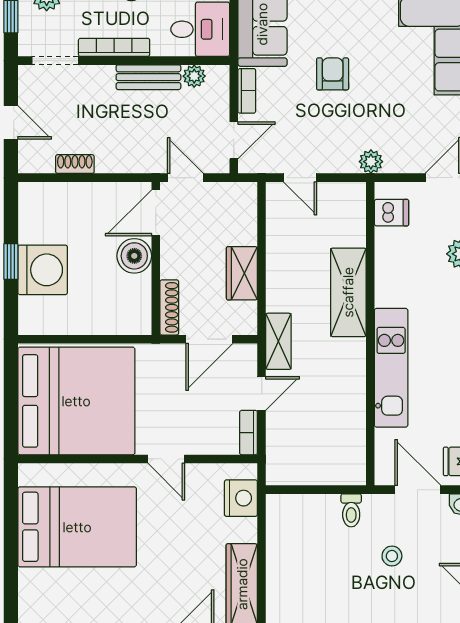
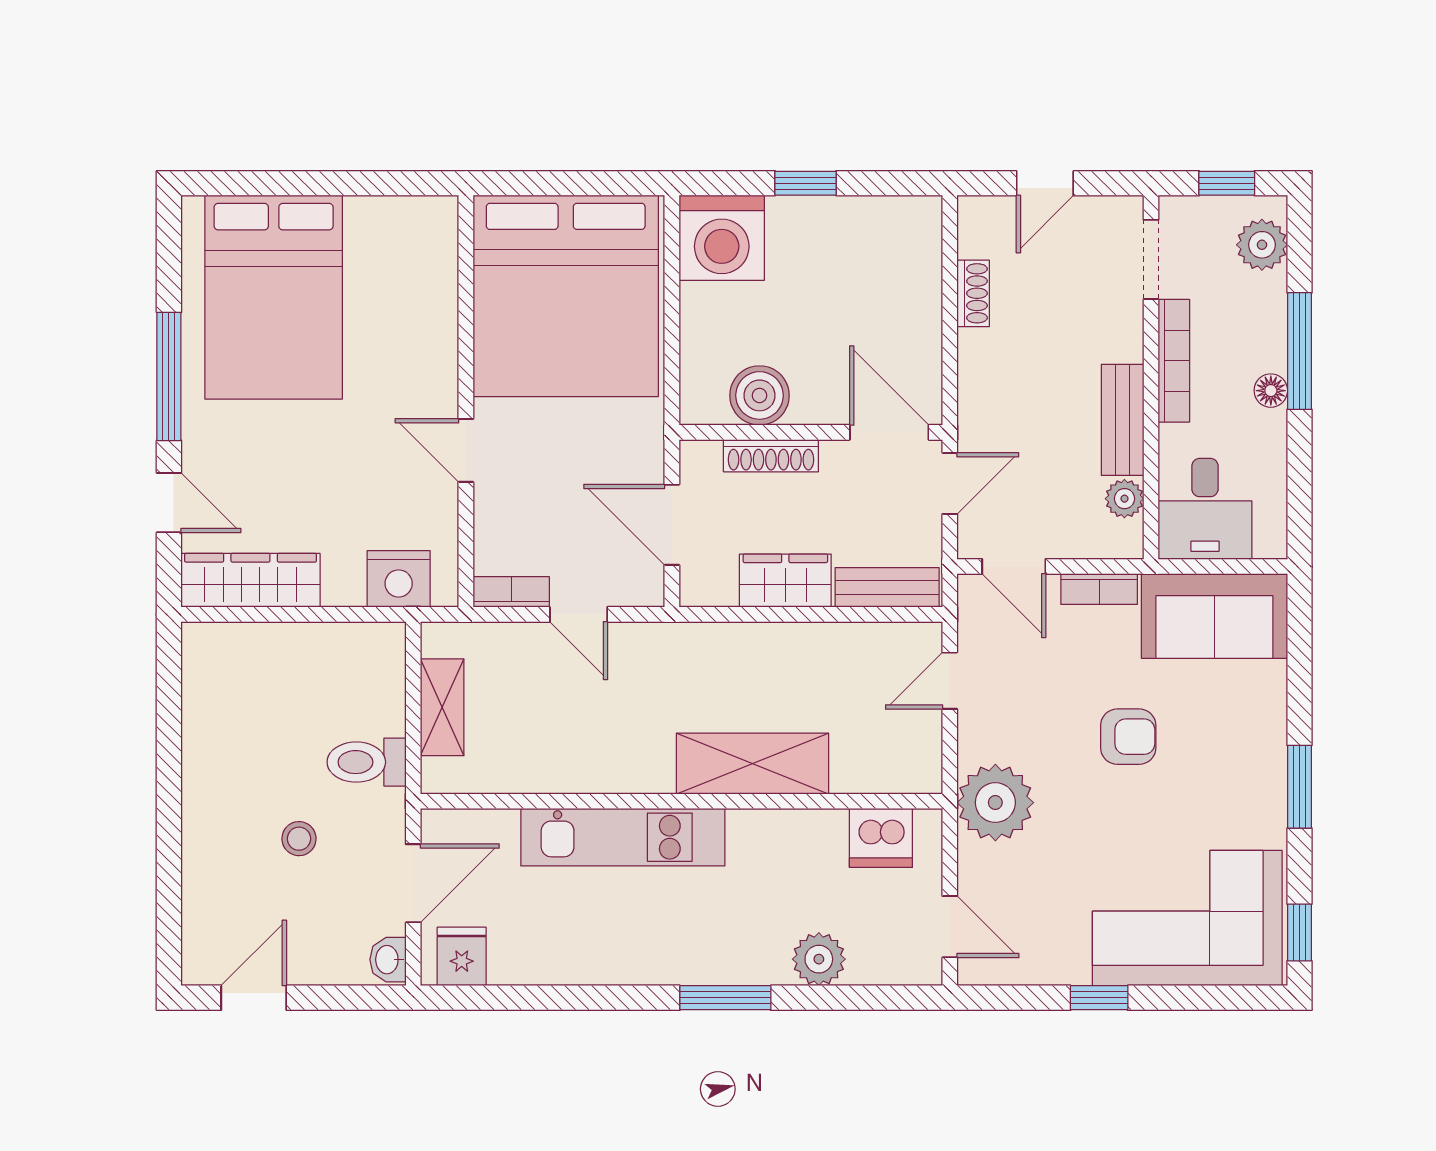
plant: (371, 162) -> (995, 803), width x1.87, depth x1.87
dishwasher: (392, 213) -> (881, 838), width x1.38
bench: (246, 214) -> (887, 587), added
boiler: (134, 256) -> (760, 395), moved
washing machine: (43, 270) -> (722, 238), moved
shoe rack: (169, 307) -> (771, 456), moved
shelving: (278, 341) -> (442, 707), moved, turned 90
door: (166, 459) -> (466, 450), hinge flipped
toilet: (351, 510) -> (367, 762), width x1.37, depth x1.39
bed: (77, 527) -> (274, 297), moved

